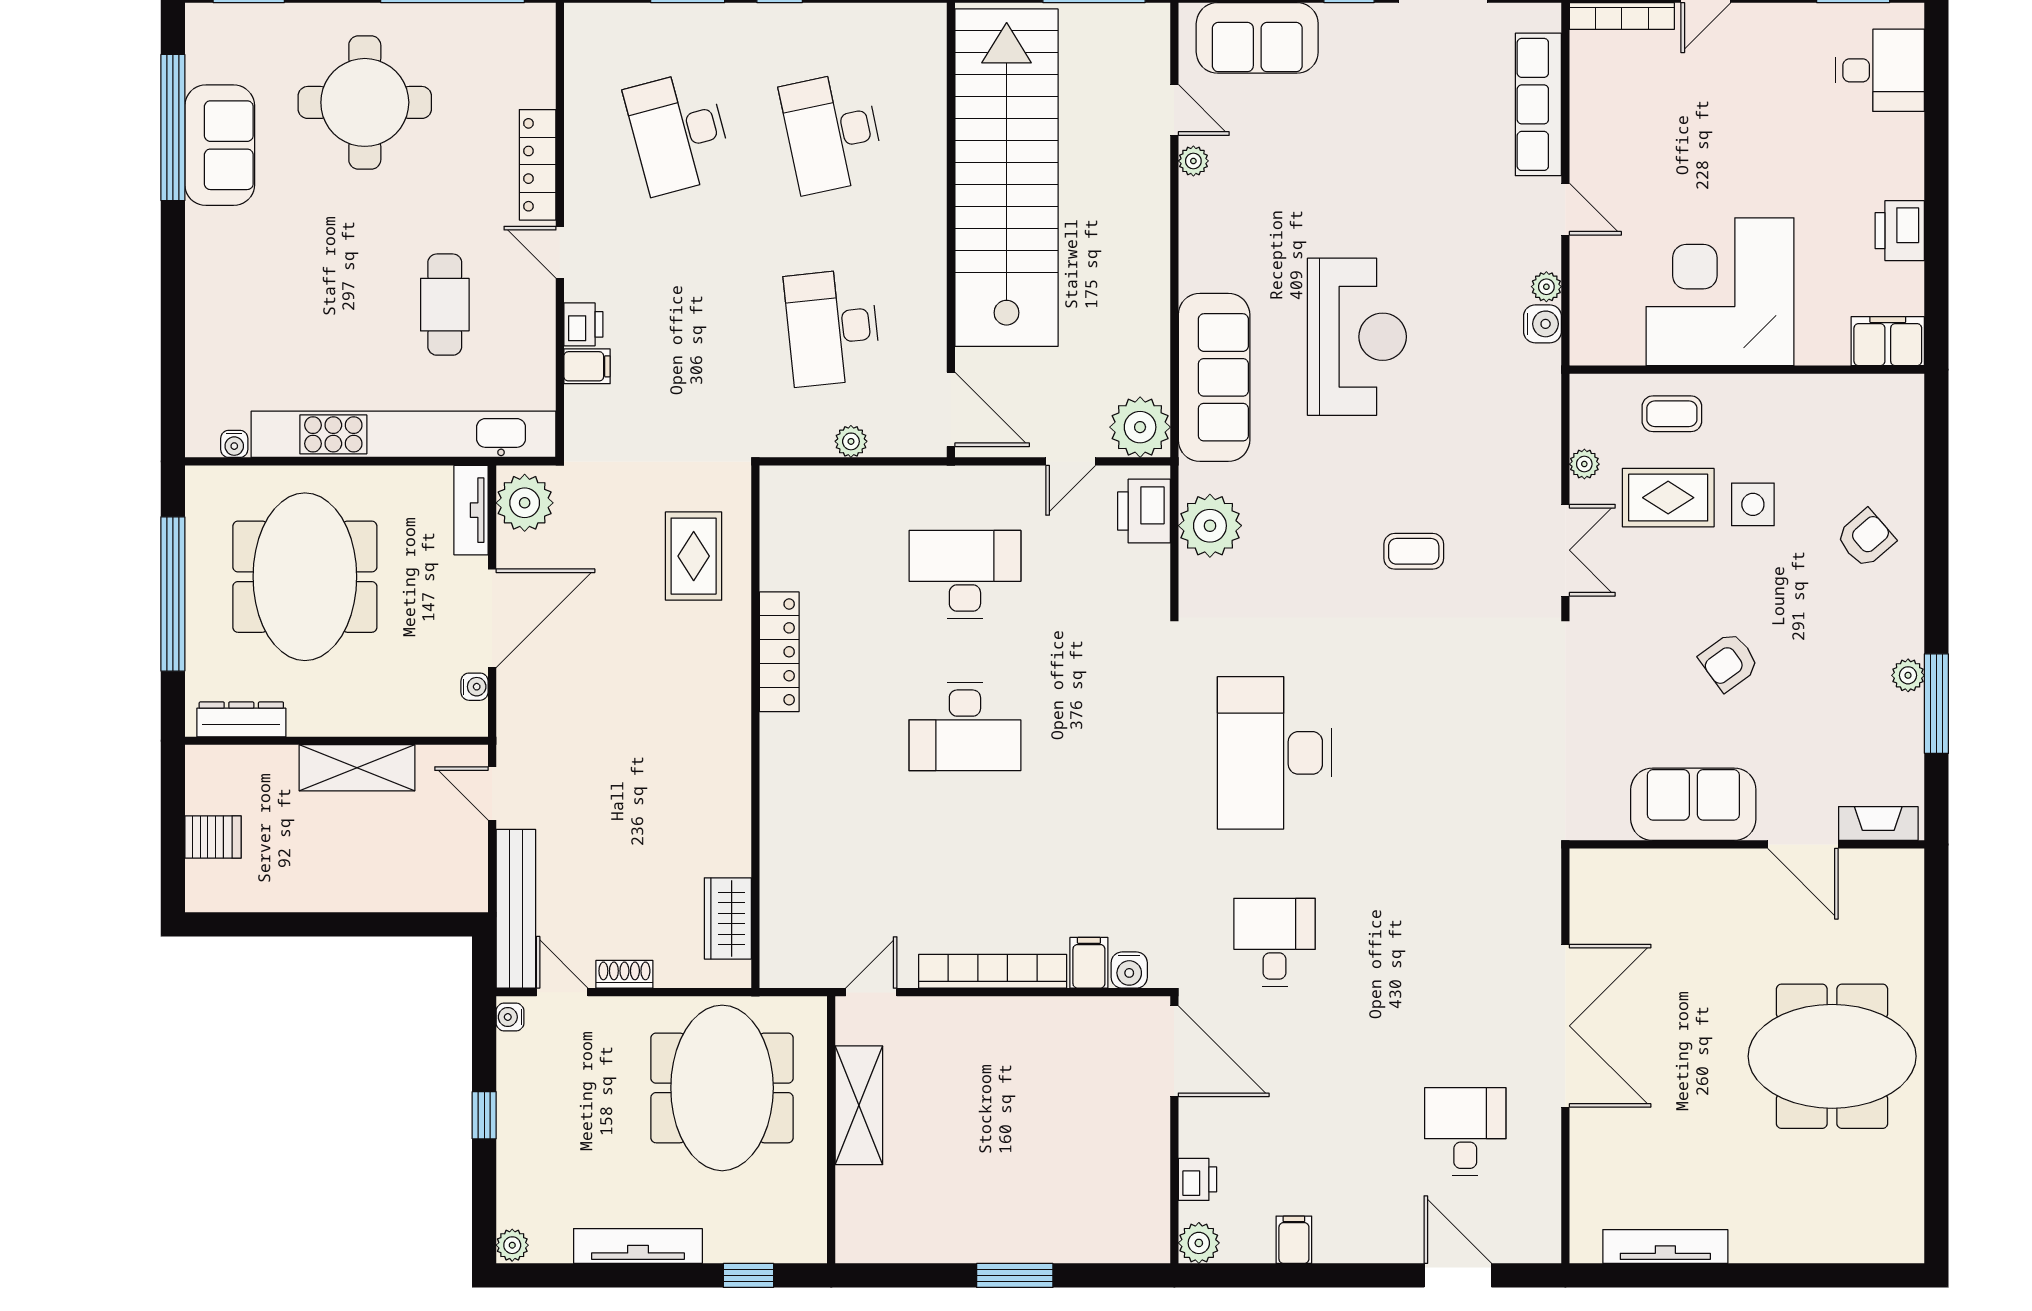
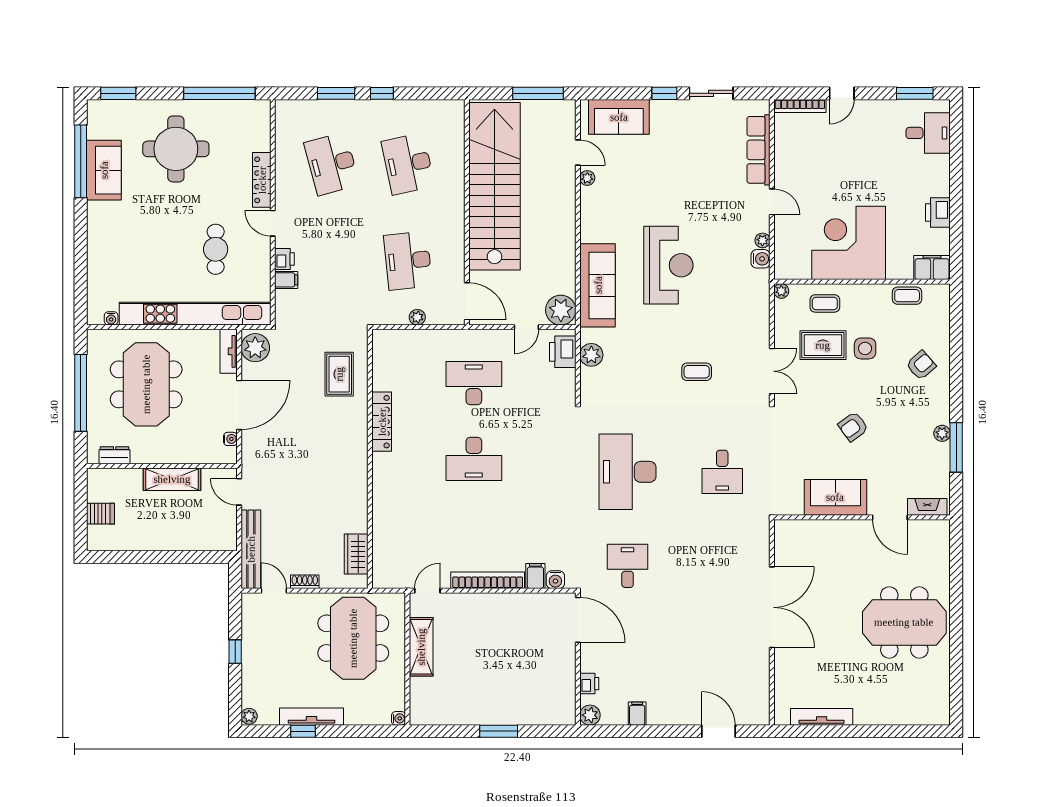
coffee table: (1838, 398) -> (907, 296), added
plant: (1584, 464) -> (781, 291), moved
plant: (1210, 526) -> (591, 355), width x0.73, depth x0.73
dresser: (241, 719) -> (115, 455), width x0.70
water cooler: (510, 1017) -> (399, 718), moved, turned 180
desk: (1465, 1132) -> (722, 472), moved, turned 180
window: (748, 1275) -> (303, 731), moved

